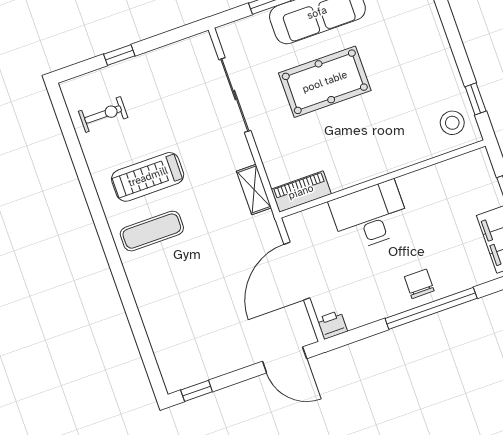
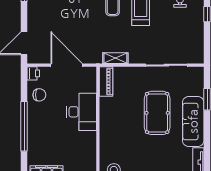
chair: (419, 284) -> (39, 95), moved

